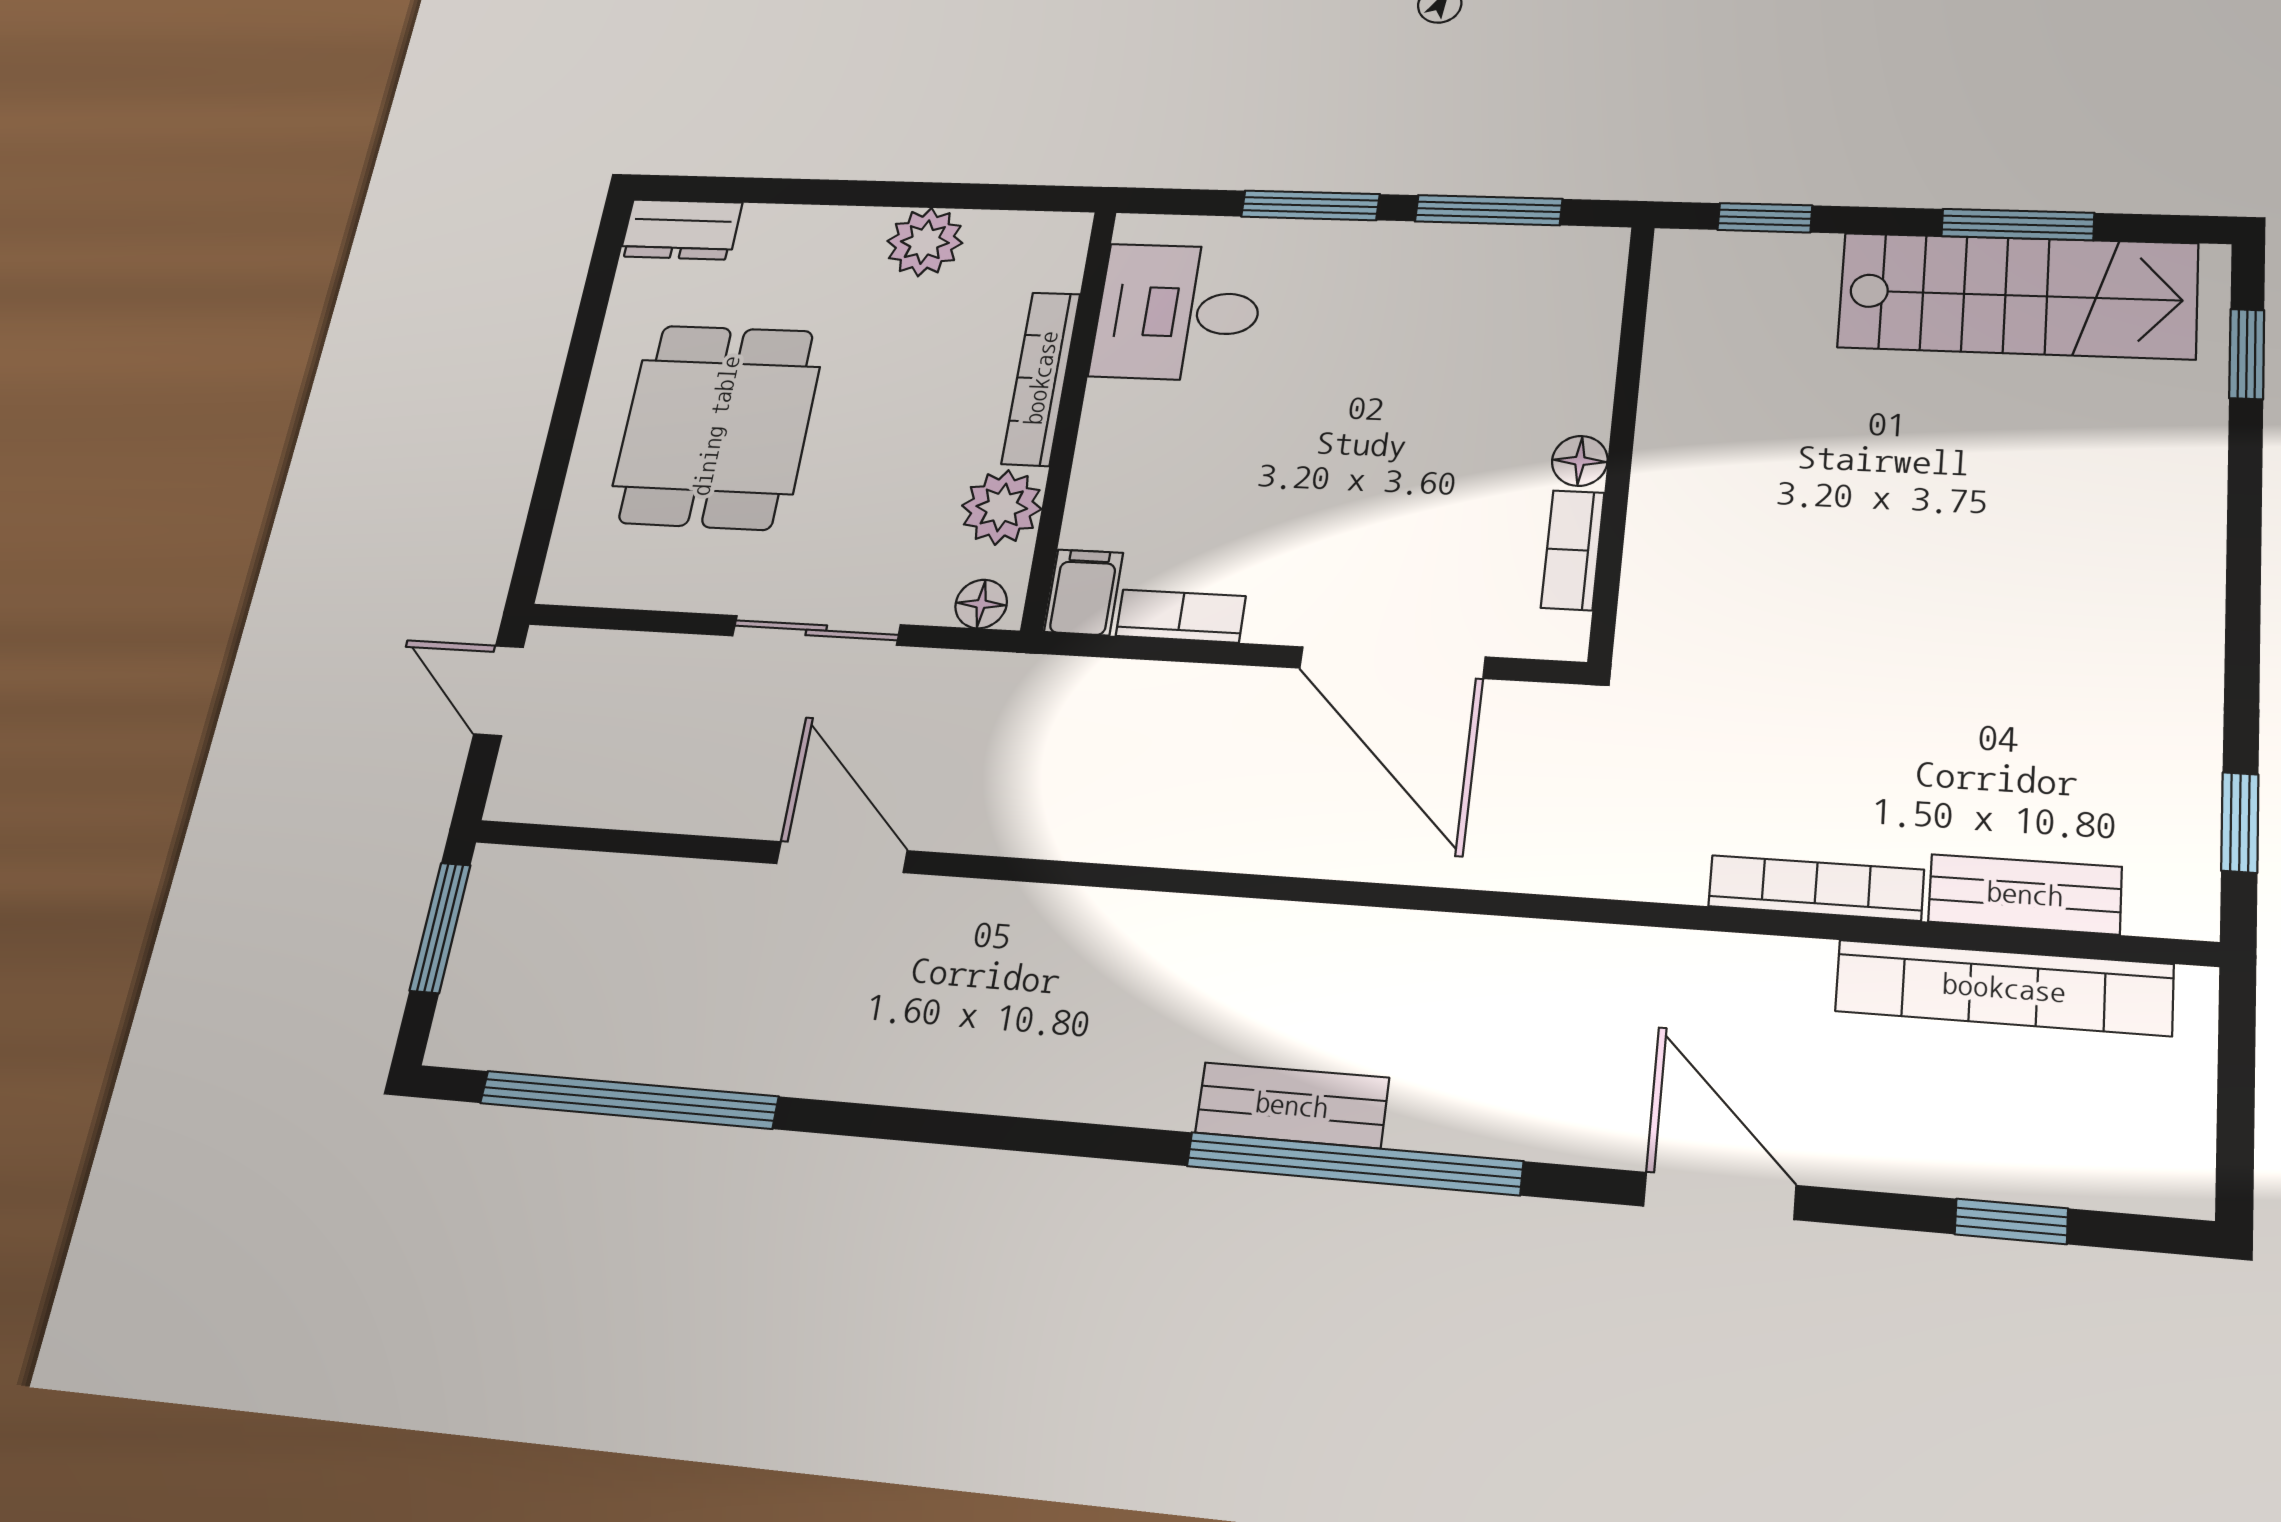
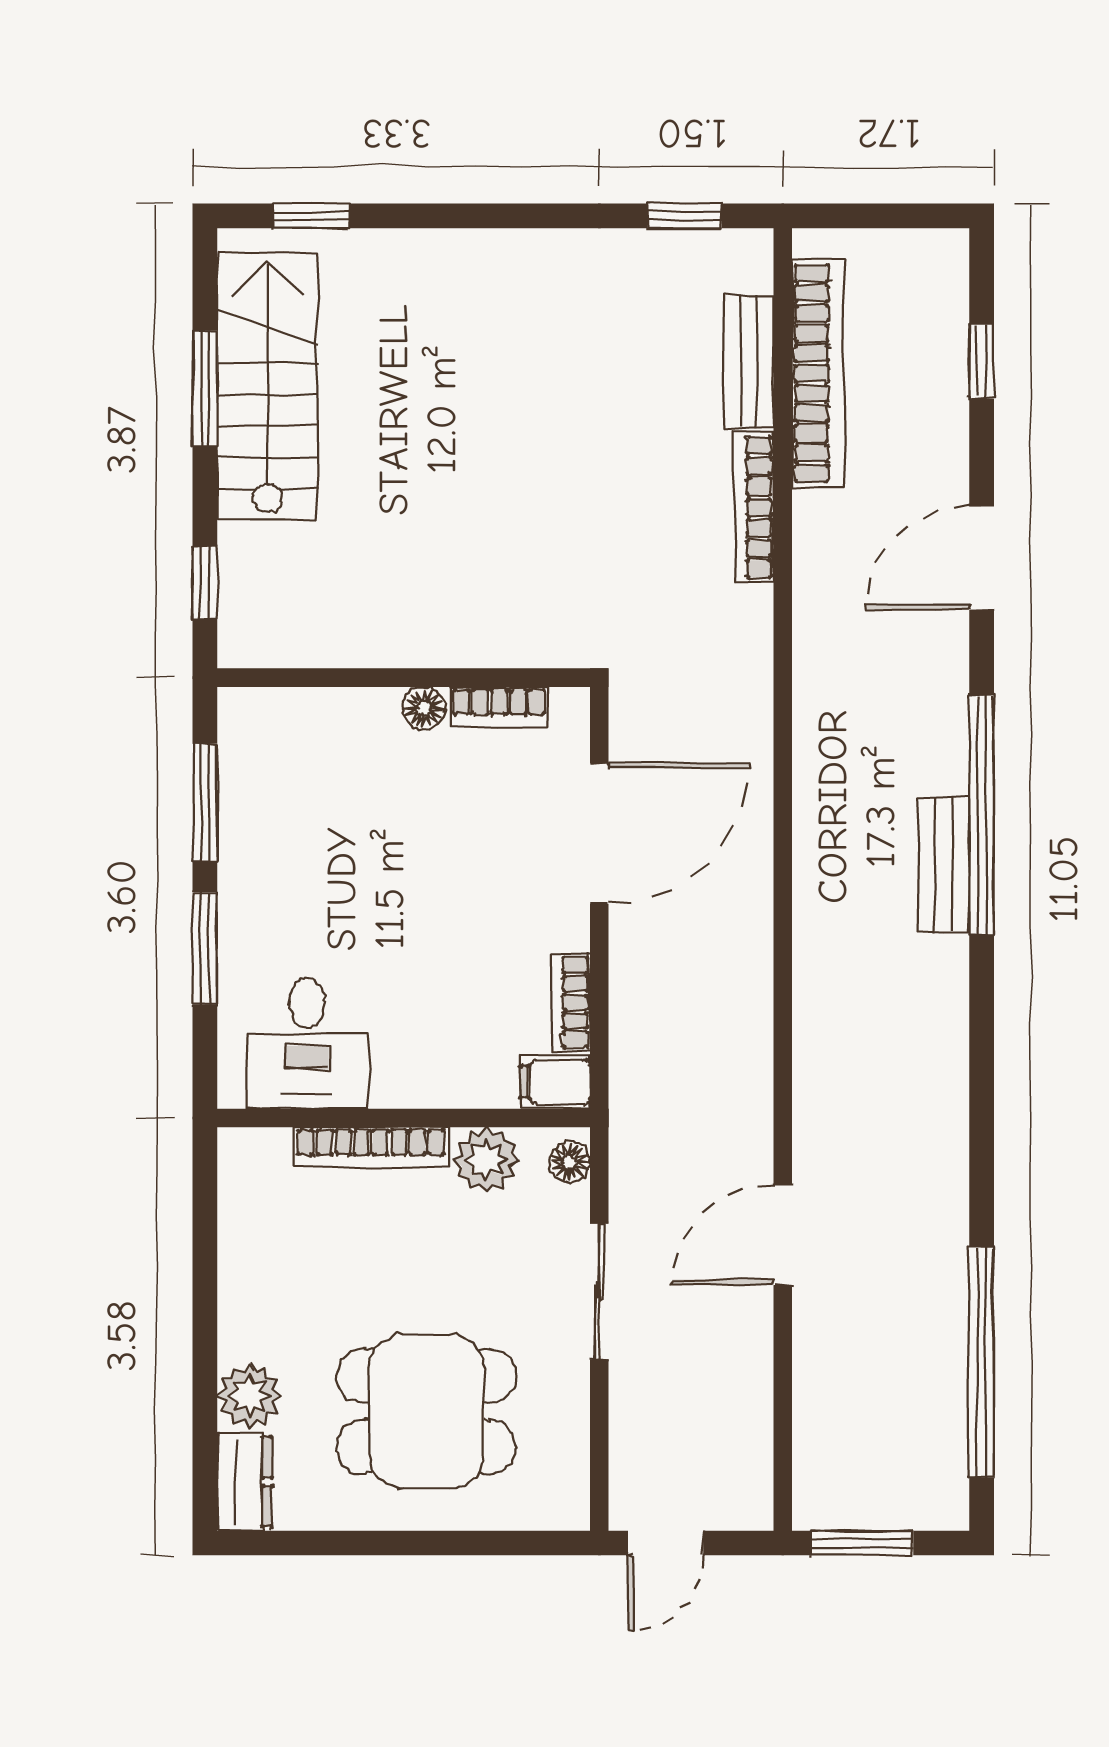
plant: (925, 242) -> (250, 1396), moved

